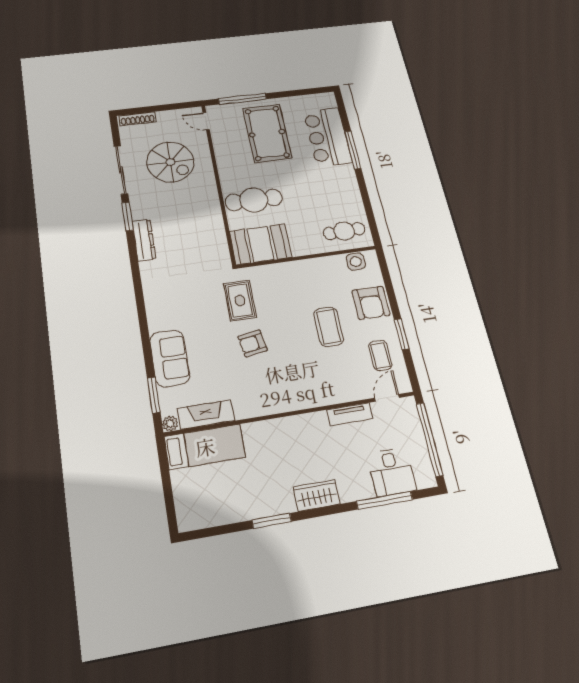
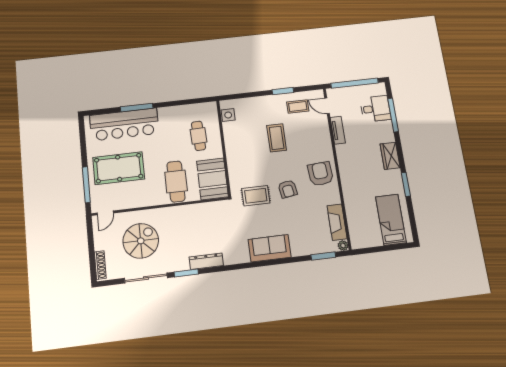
bar counter: (328, 137) -> (124, 124), width x1.36
cafe table: (344, 231) -> (199, 136), moved
armchair: (371, 303) -> (321, 174), moved, turned -94
coffee table: (329, 327) -> (277, 138), turned 90
sofa: (170, 358) -> (270, 248), moved
bed: (205, 447) -> (391, 220), moved

